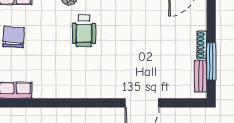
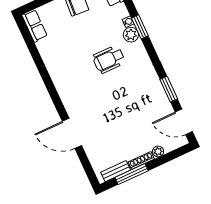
plant: (201, 24) -> (158, 151), added

